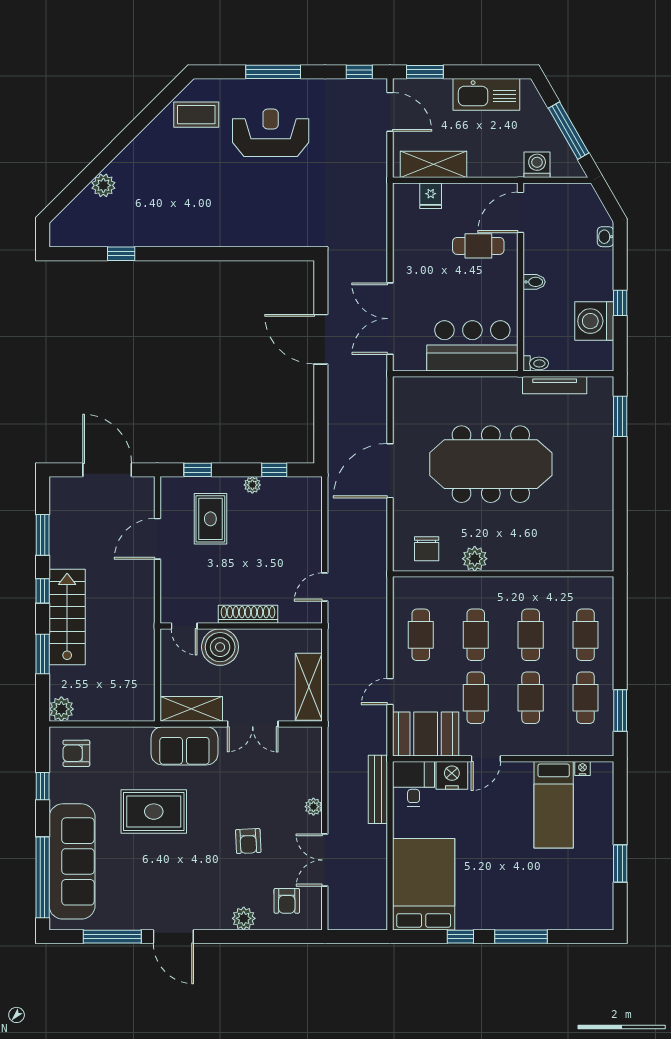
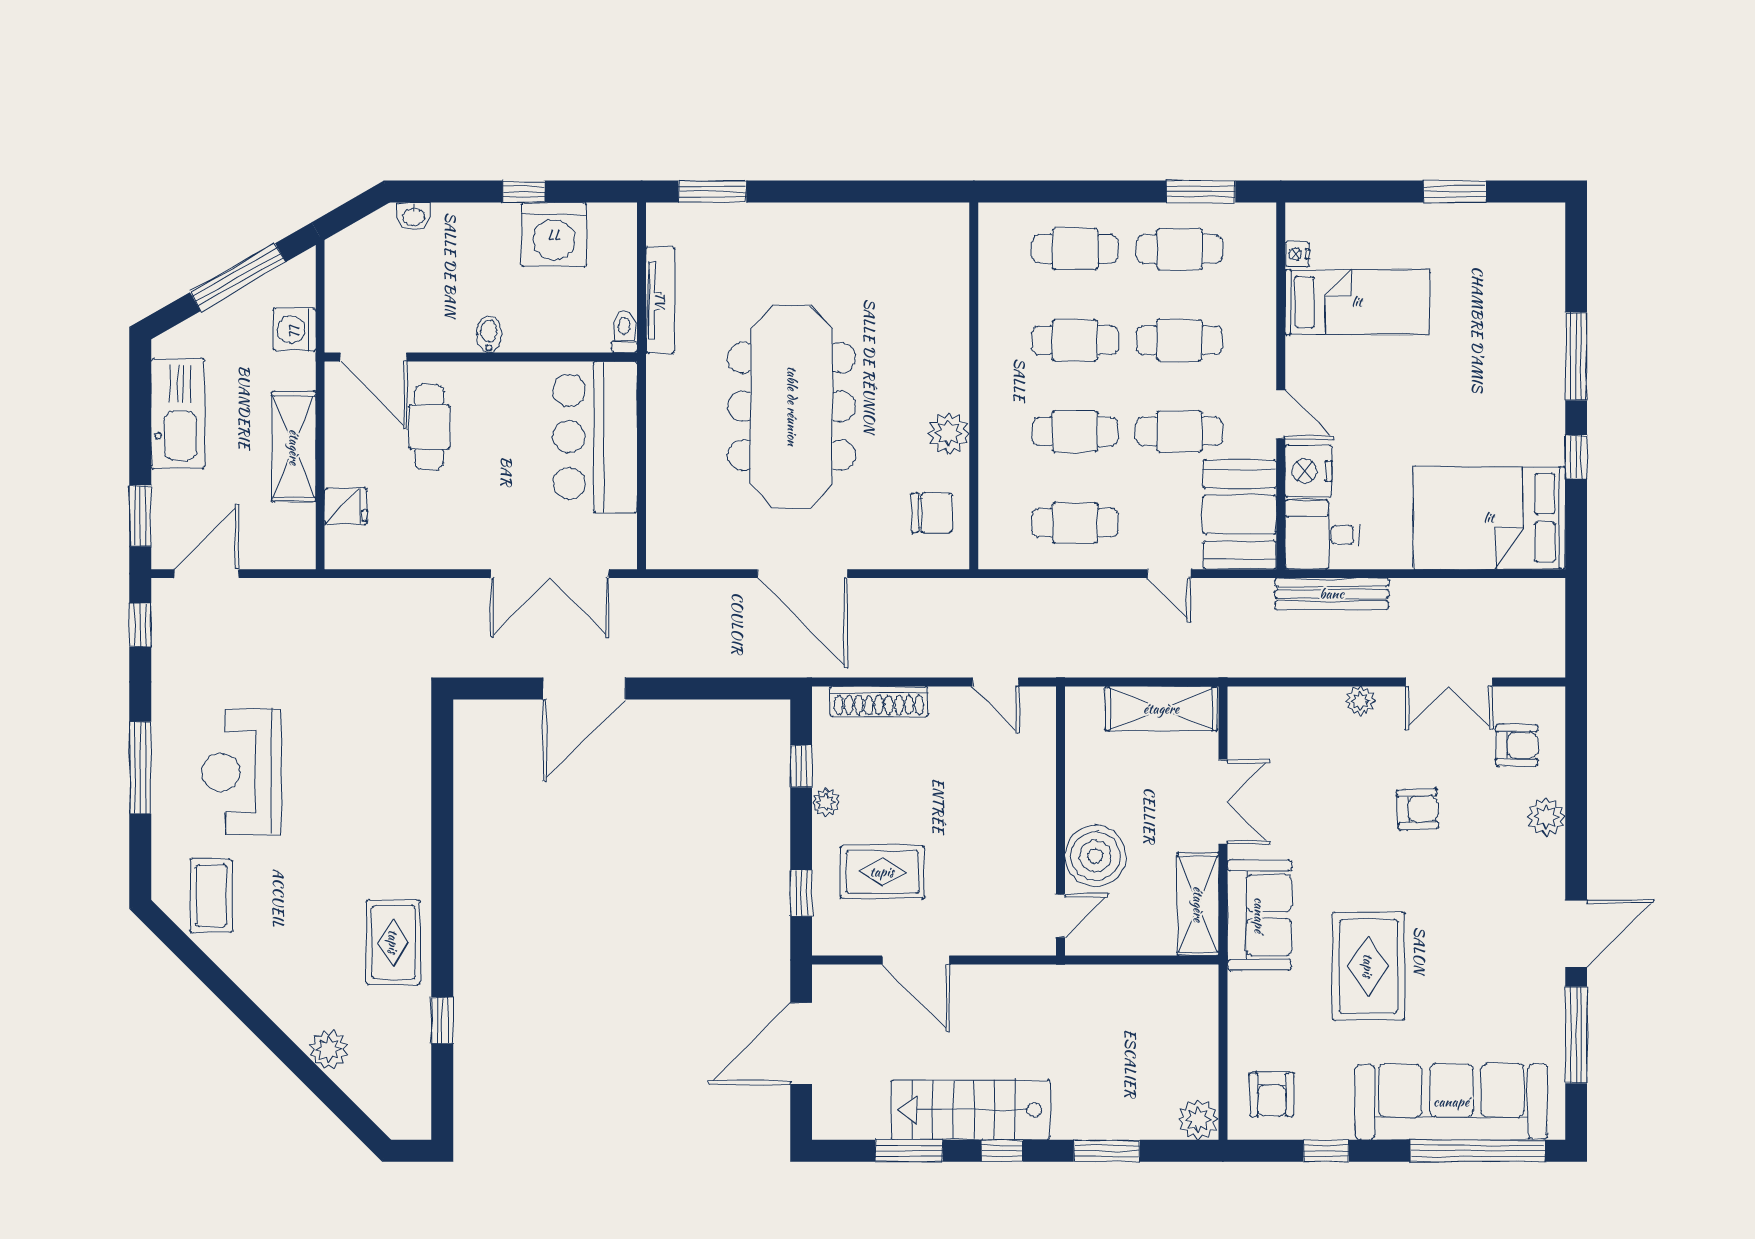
shelving: (433, 164) -> (294, 447), moved
rug: (168, 224) -> (393, 942), added
shoe rack: (248, 614) -> (879, 701), moved, turned -90
stairs: (67, 617) -> (971, 1110), moved

